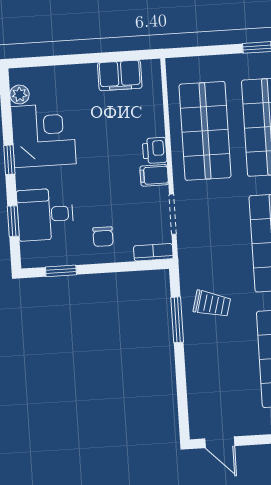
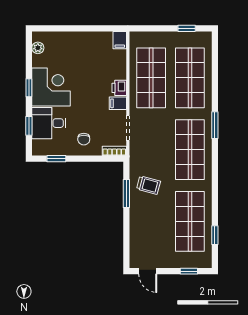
filing cabinet: (120, 75) -> (120, 40), moved, width x0.50
corner desk: (43, 135) -> (51, 87), moved

